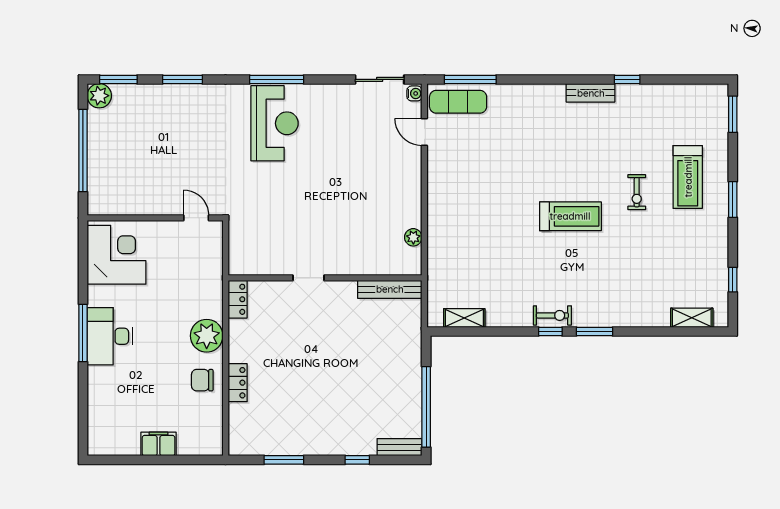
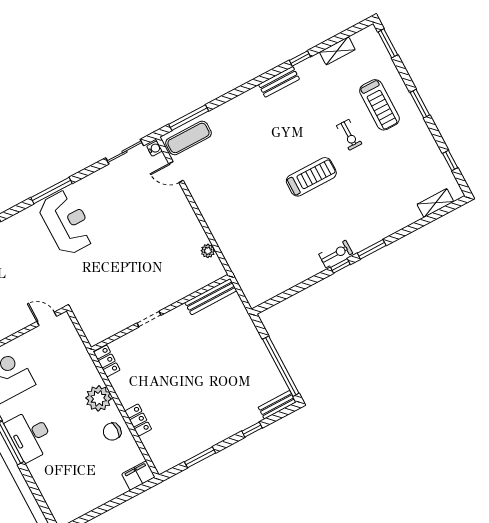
shelving: (464, 318) -> (337, 51), moved
filing cabinet: (159, 444) -> (138, 476), moved

